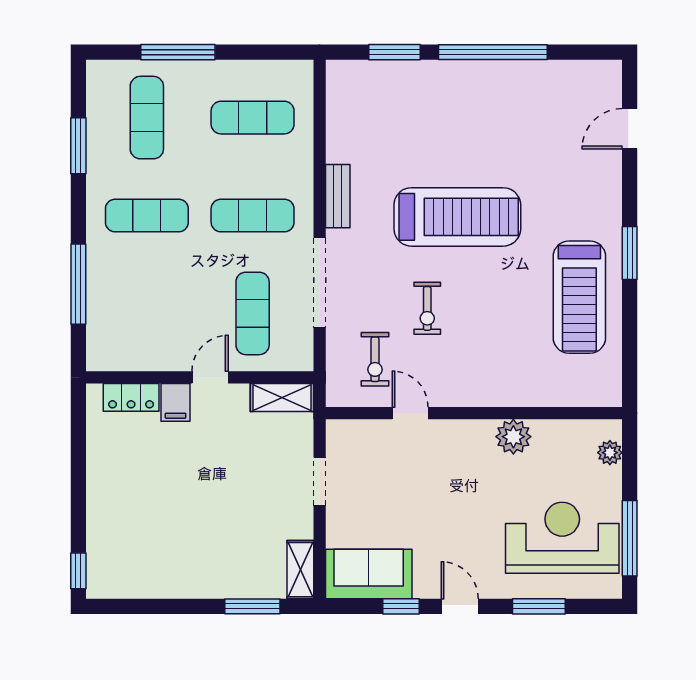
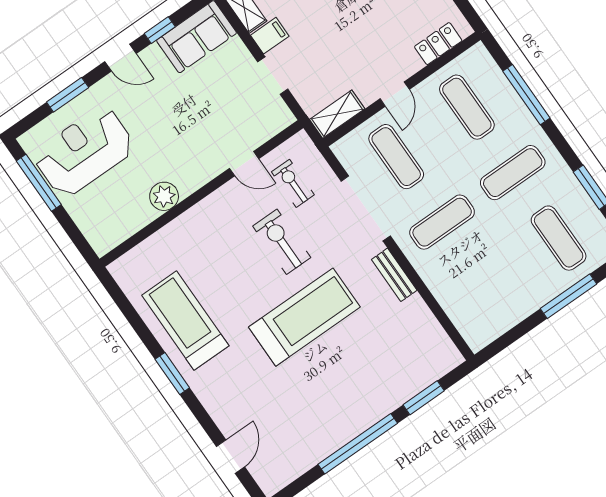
exercise mat: (253, 118) -> (467, 107), moved, turned 90
treadmill: (457, 217) -> (304, 317), turned 180
exercise bike: (427, 308) -> (282, 242), width x1.38, depth x1.39
filing cabinet: (176, 402) -> (270, 36), moved, turned 90
plant: (610, 453) -> (92, 231), removed
reception desk: (562, 538) -> (84, 152), turned 180

